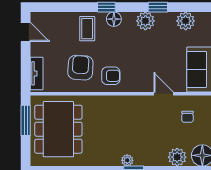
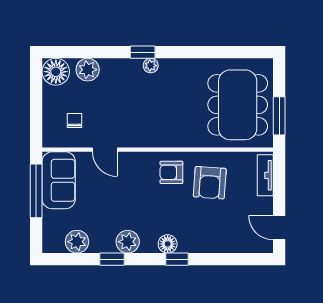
coffee table: (87, 29) -> (201, 232), removed

